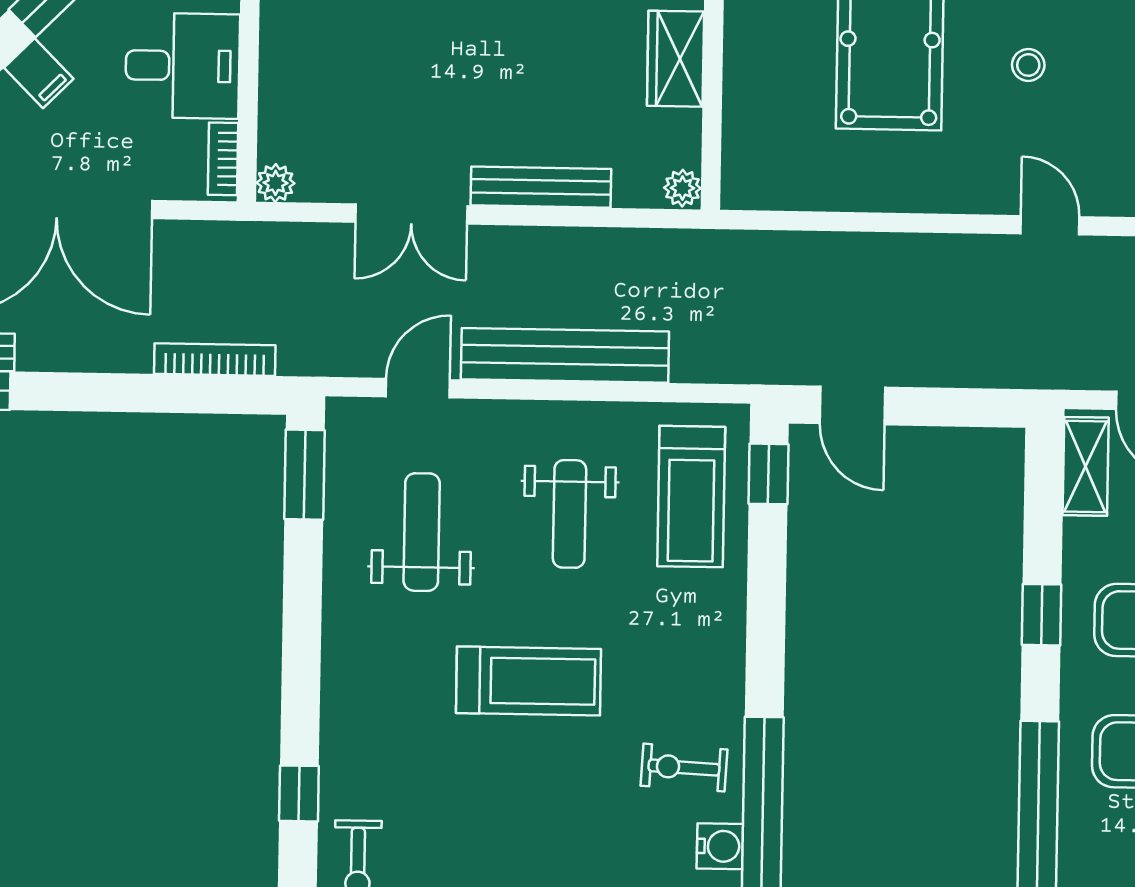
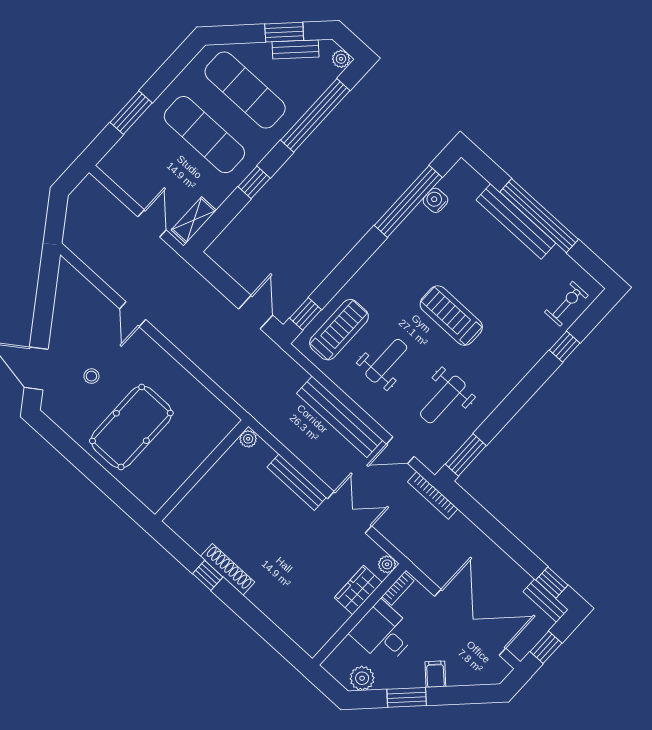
wardrobe: (676, 59) -> (358, 590), moved, turned 180
bookcase: (215, 360) -> (433, 495), moved
exercise bike: (684, 768) -> (424, 238), removed

